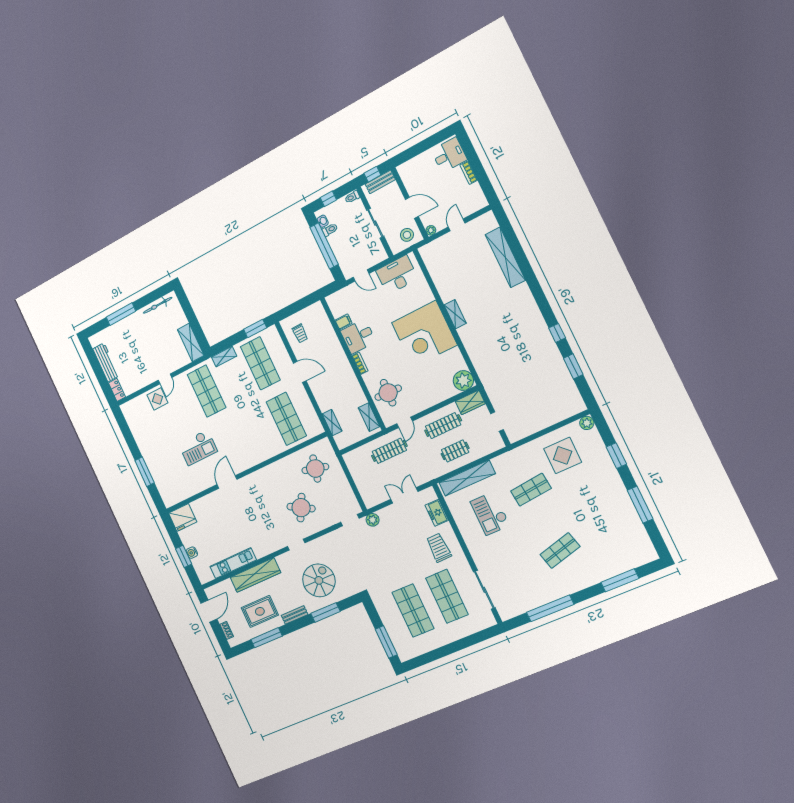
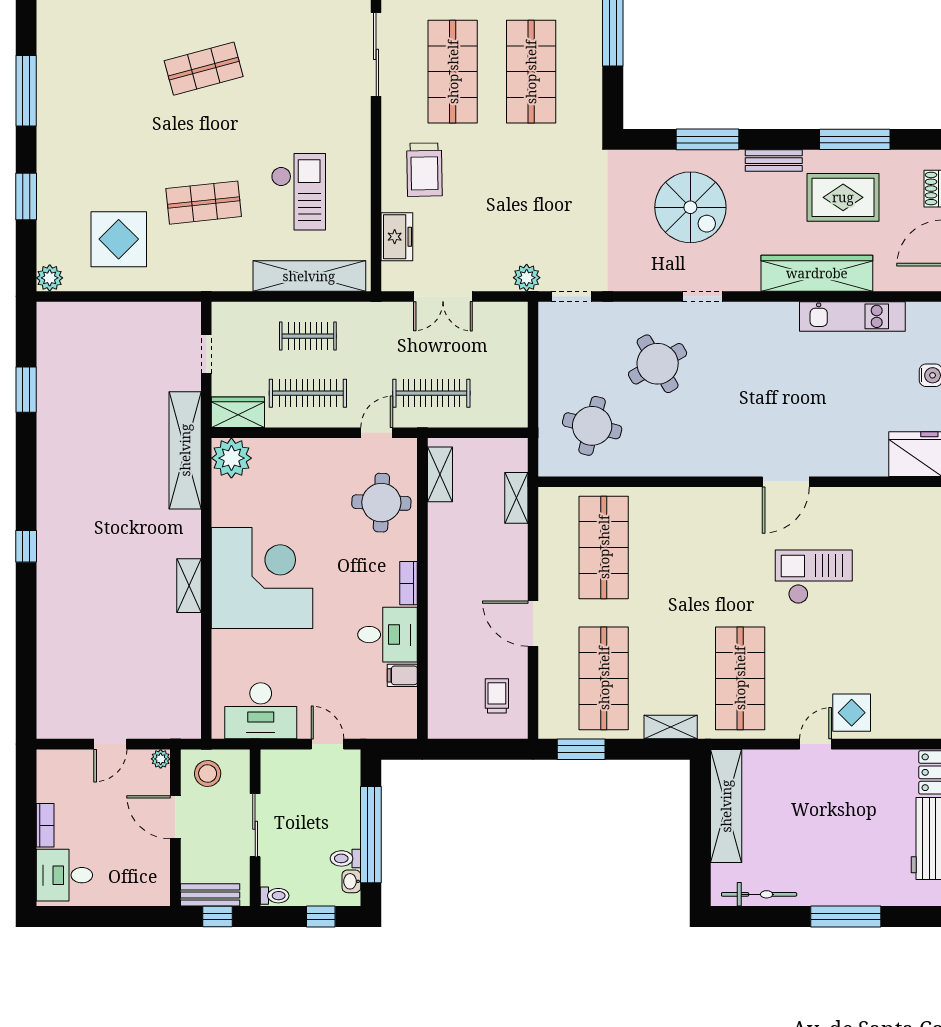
shelving: (505, 257) -> (185, 450), moved
window: (557, 333) -> (26, 546), moved
shelving: (191, 343) -> (726, 806), width x1.47
round table: (301, 508) -> (658, 364), turned 31
spiral stairs: (319, 580) -> (690, 207), turned -90

